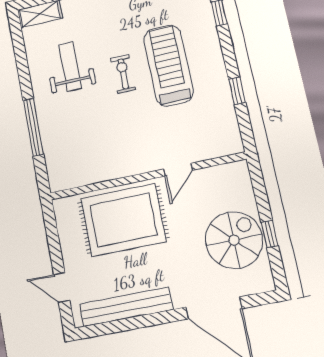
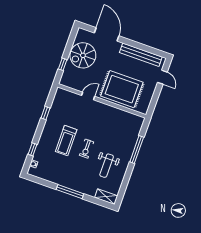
treadmill: (168, 65) -> (66, 141), width x0.73, depth x0.73
window: (270, 234) -> (63, 64), moved

